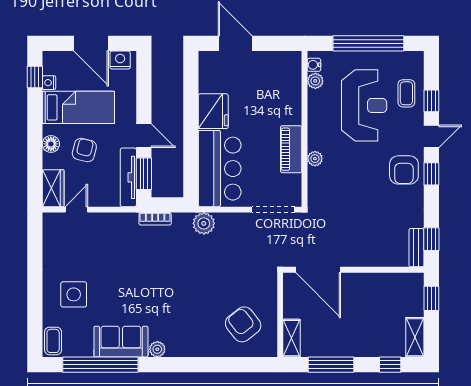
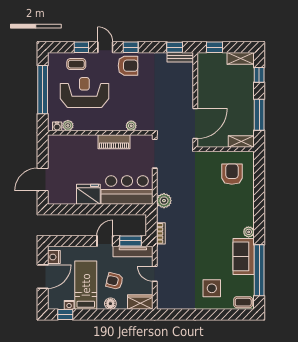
plant: (315, 159) -> (131, 126), moved
door: (76, 210) -> (155, 274), moved
armchair: (243, 324) -> (232, 174), turned 128

